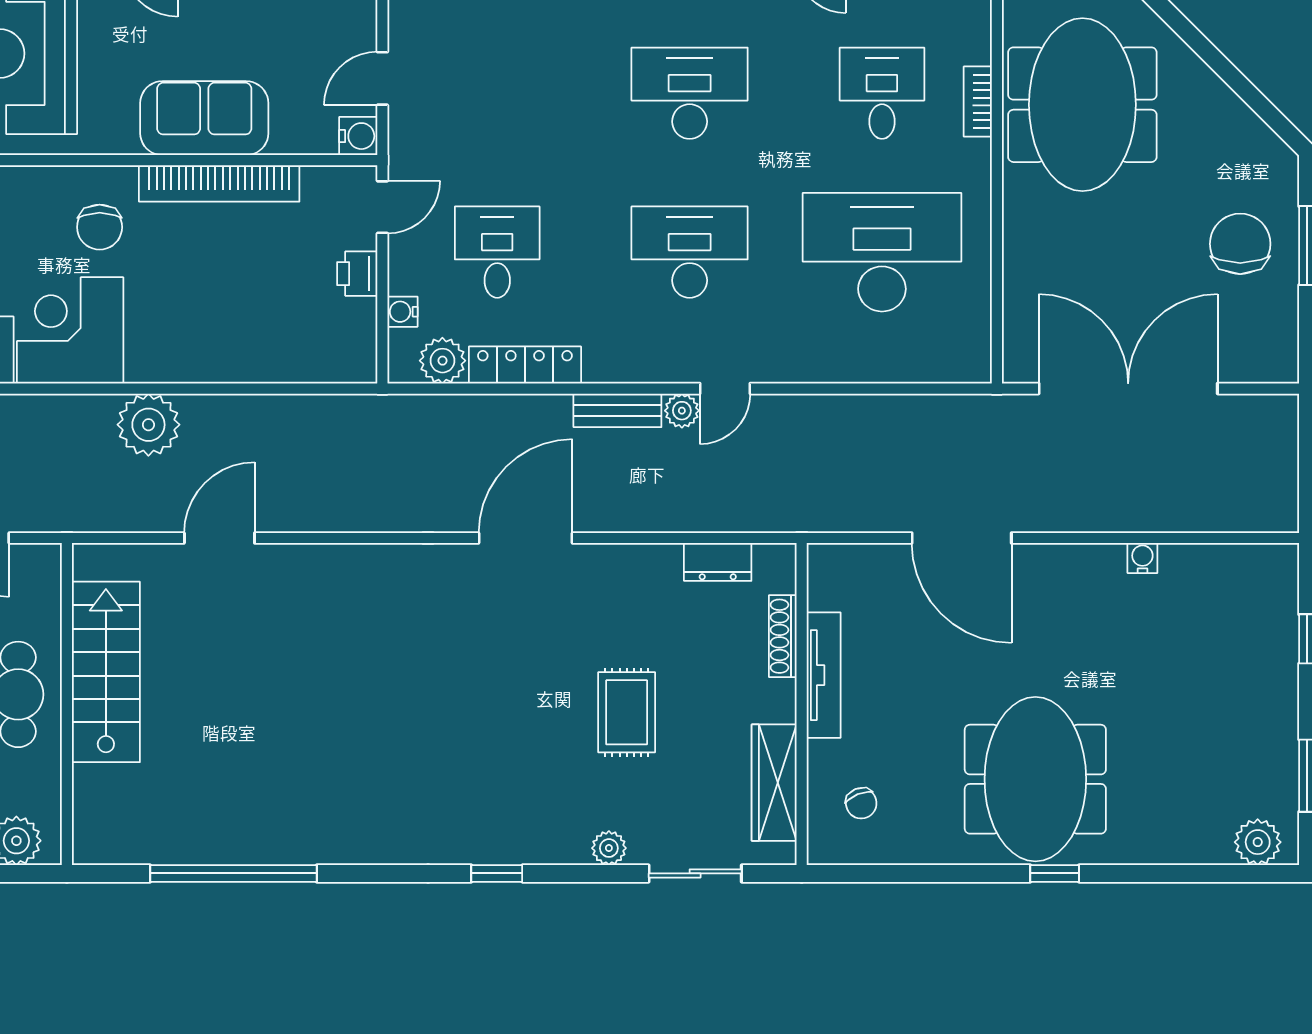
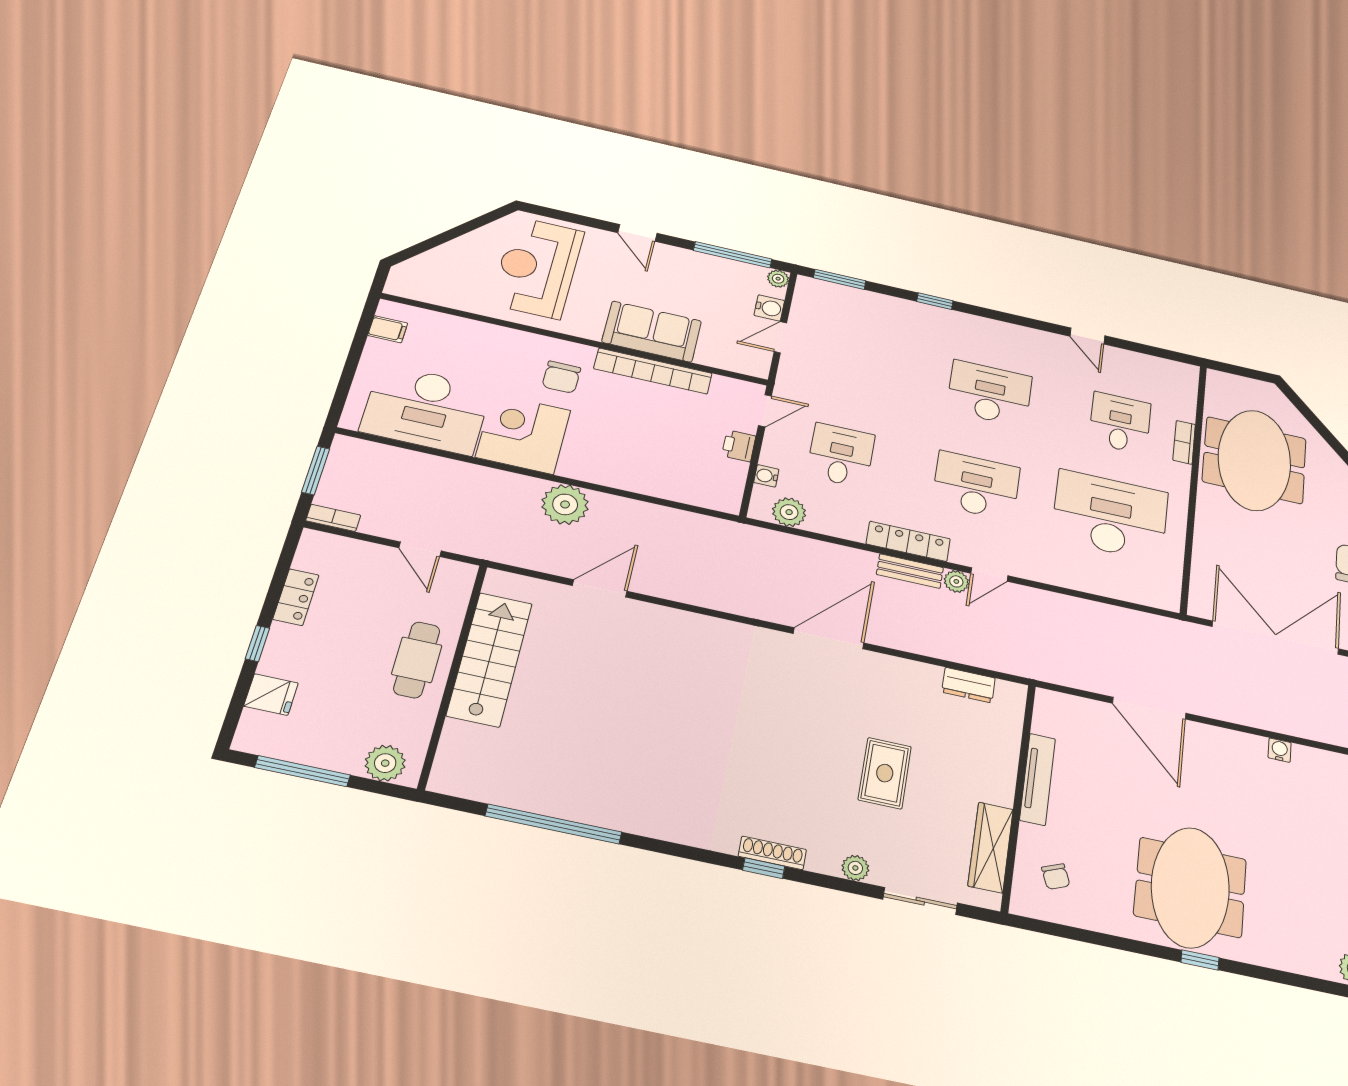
water cooler: (358, 136) -> (769, 308), moved
locker: (525, 365) -> (908, 541), moved
shoe rack: (783, 636) -> (772, 853), moved, turned 90

